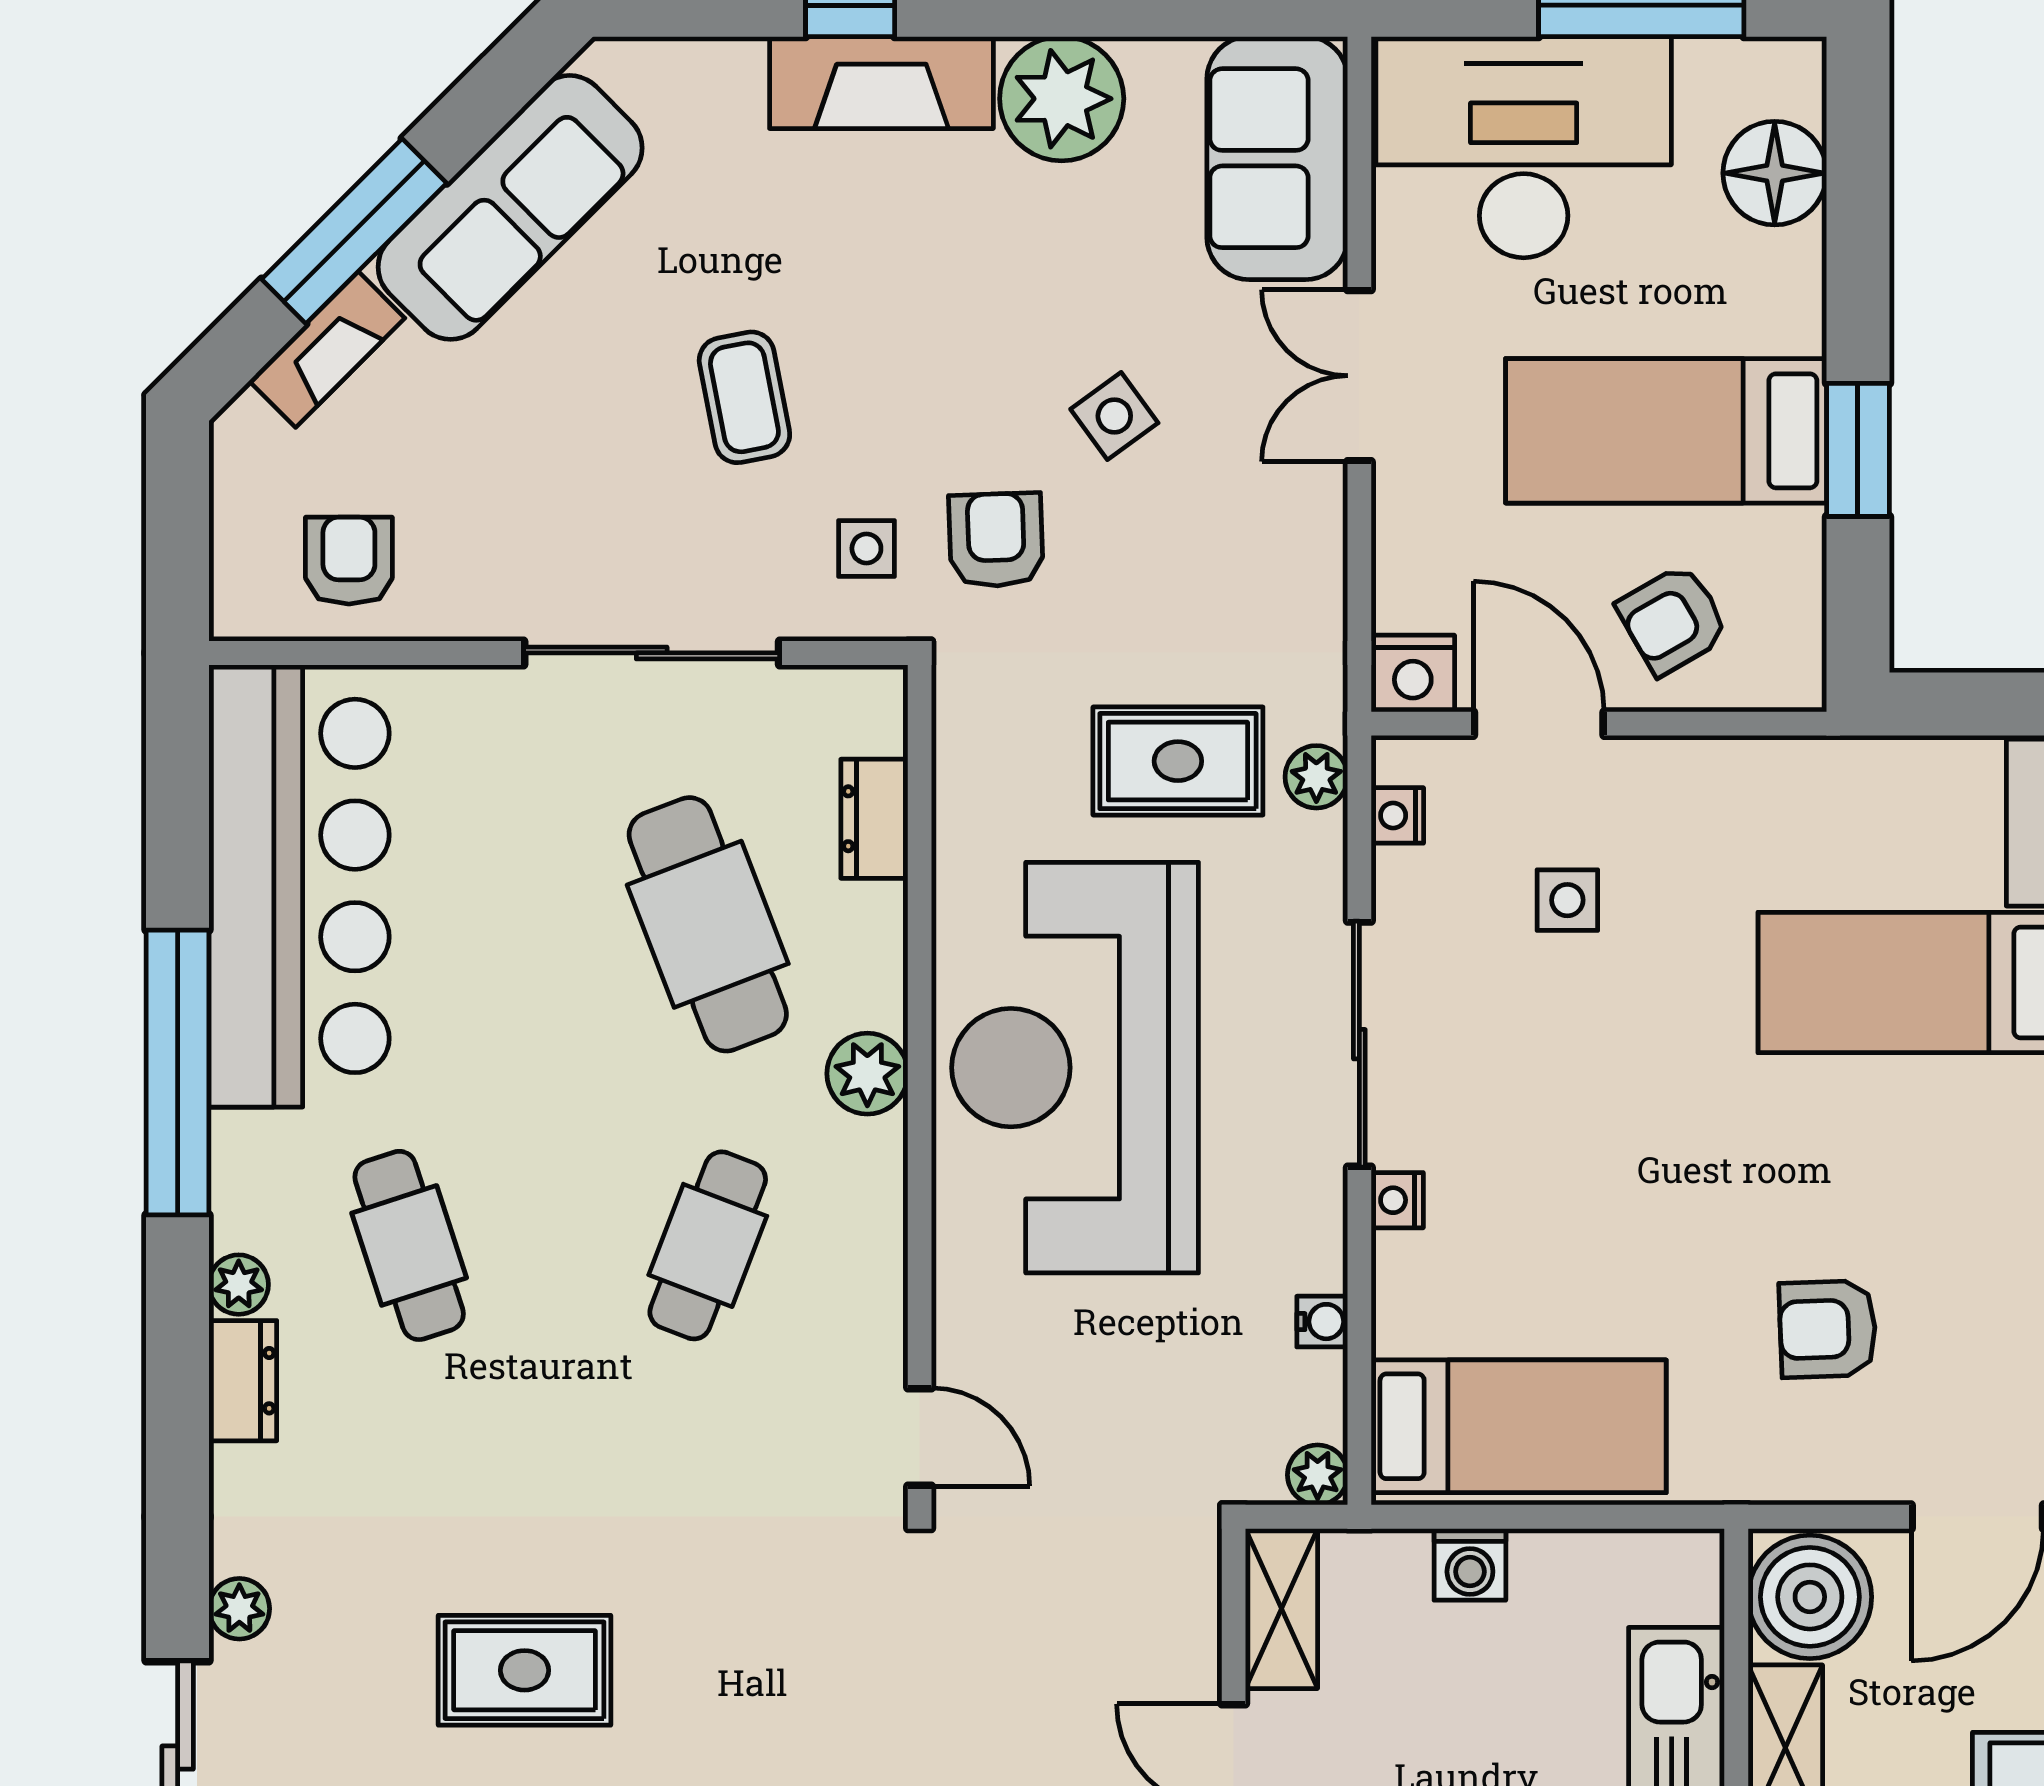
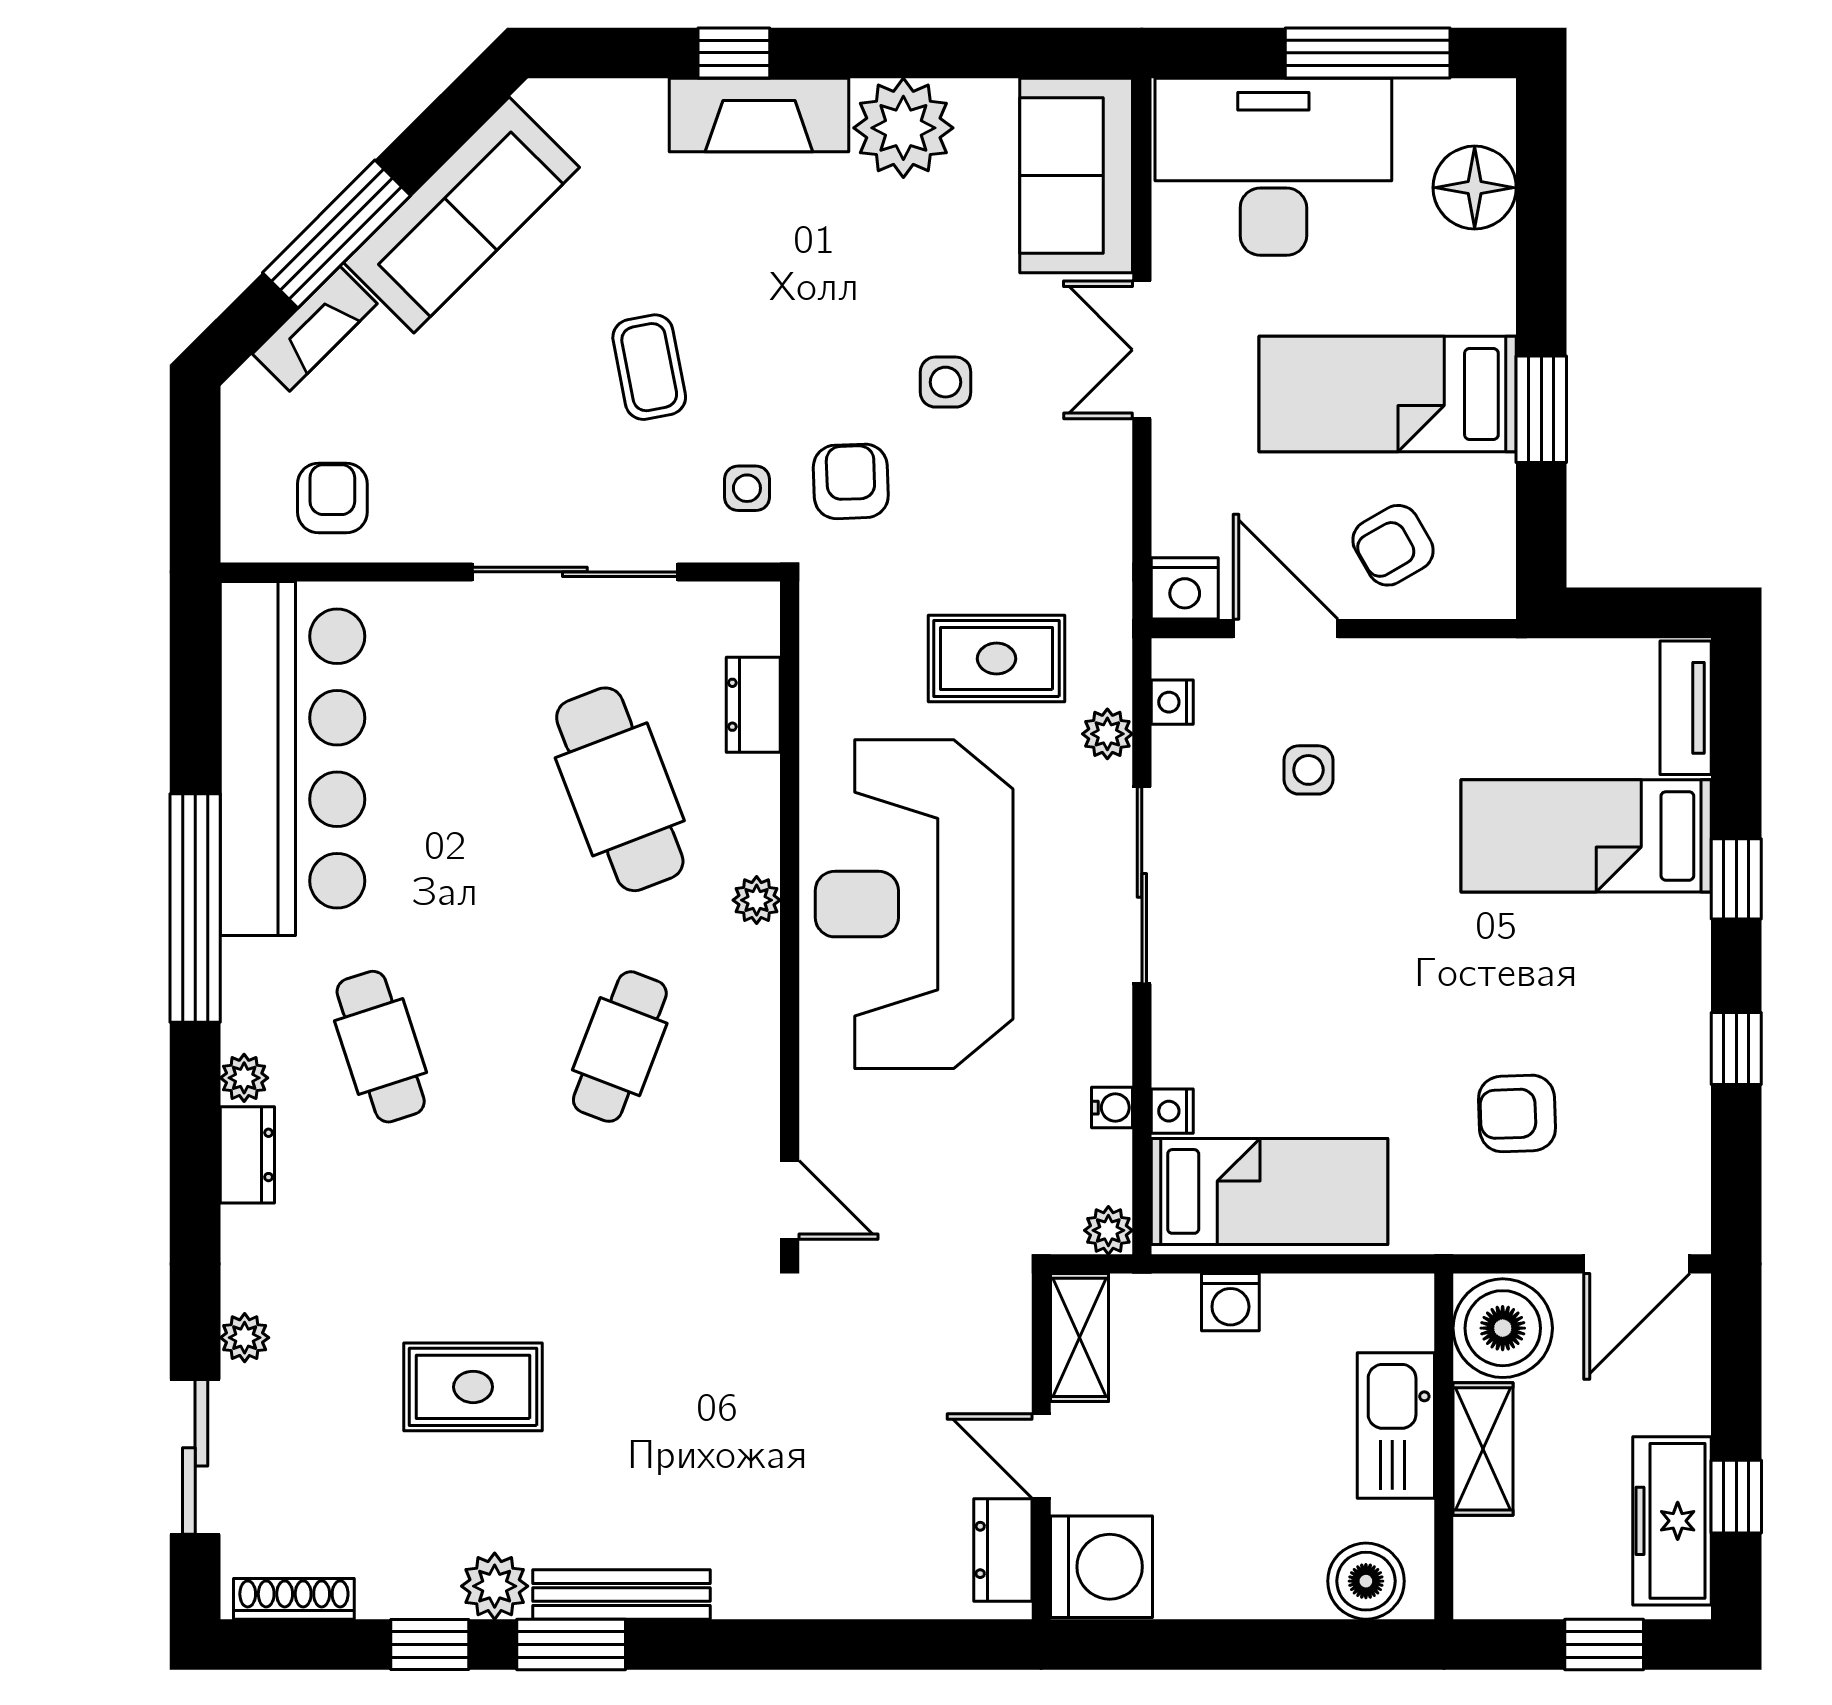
side table: (1114, 416) -> (946, 382), turned 36
plant: (1316, 777) -> (1107, 734), moved
plant: (867, 1074) -> (757, 900), width x0.73, depth x0.73
nightstand: (1397, 1200) -> (1172, 1111), moved

